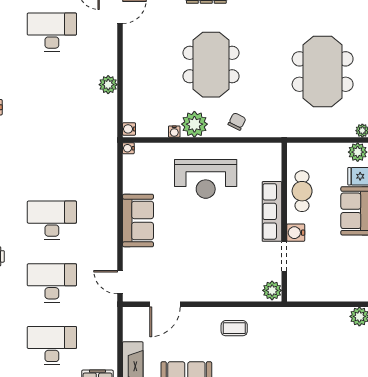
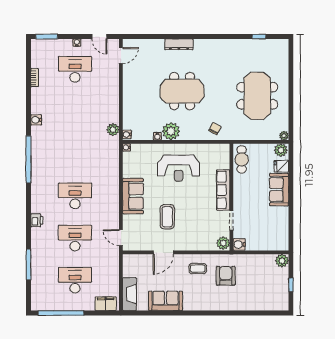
meeting table: (211, 65) -> (182, 91), turned 90
plant: (108, 85) -> (113, 130), moved
chair: (237, 121) -> (215, 129), moved
cafe table: (302, 191) -> (242, 159), moved
water cooler: (296, 233) -> (239, 244), moved
coffee table: (189, 251) -> (167, 217), added
door: (165, 304) -> (163, 252), moved
armchair: (276, 339) -> (226, 276), added

